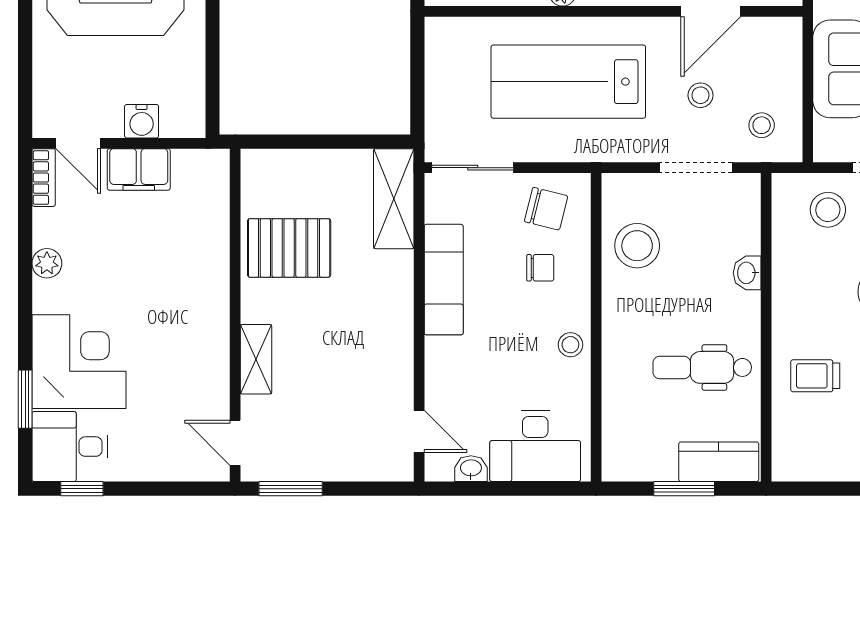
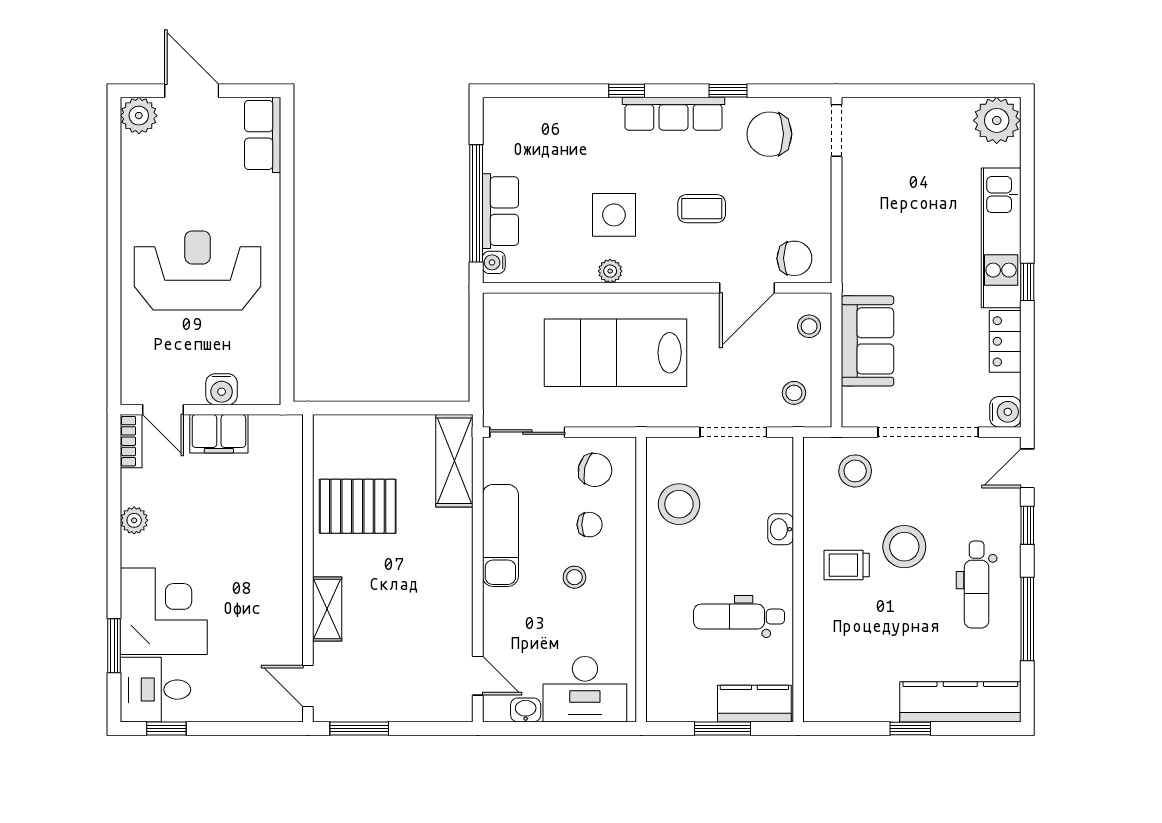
stool: (700, 95) -> (809, 326), moved
stool: (570, 345) -> (574, 577), moved
trolley: (815, 376) -> (847, 565), moved

